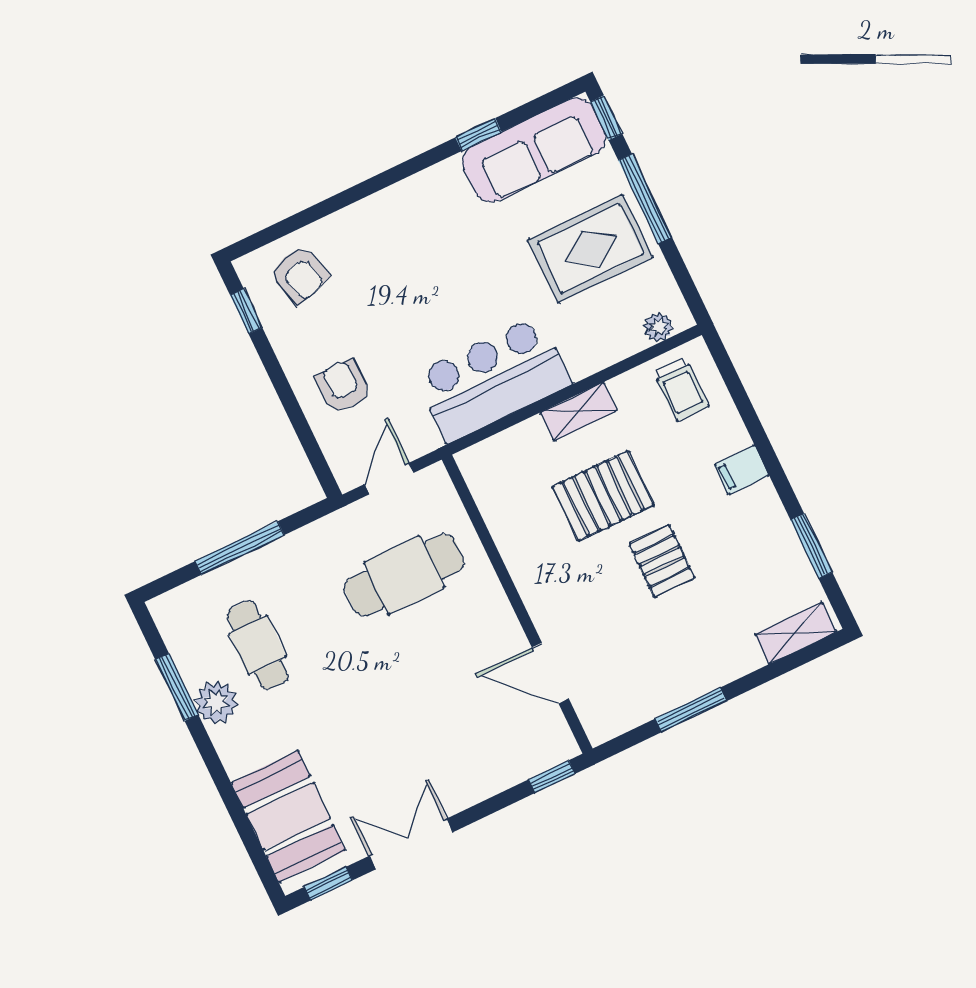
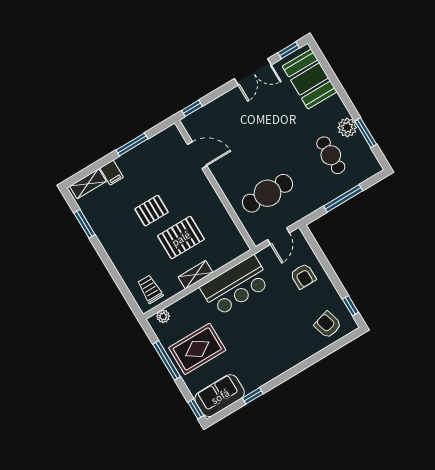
sofa: (534, 150) -> (220, 396), width x0.73
window: (645, 199) -> (167, 360), moved
filing cabinet: (742, 470) -> (112, 173), moved, turned 90
pallet: (662, 561) -> (152, 211), turned 90

